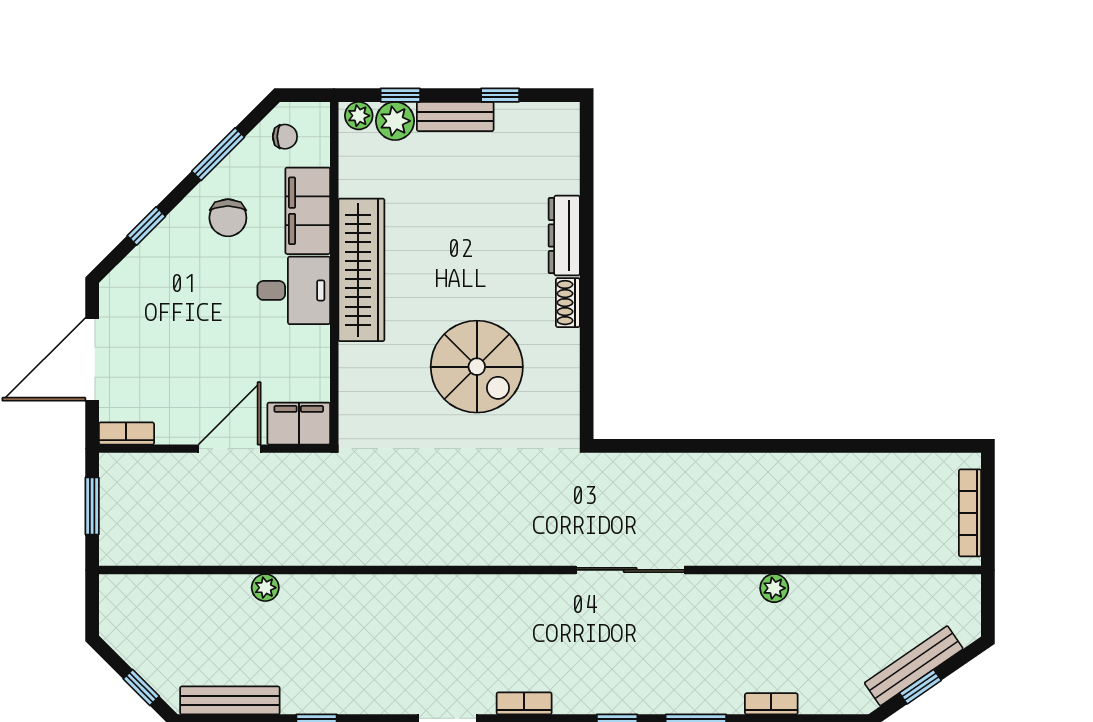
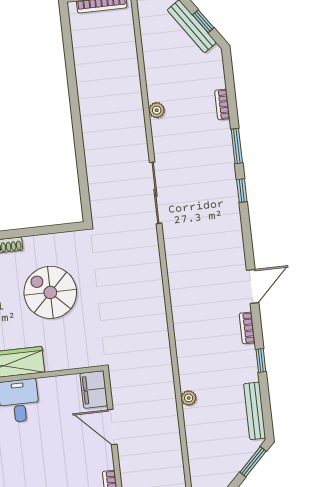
spiral stairs: (477, 367) -> (50, 292), turned -90
window: (141, 688) -> (253, 462), width x1.50
bookcase: (524, 703) -> (247, 328), moved

